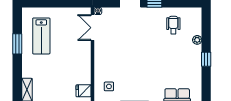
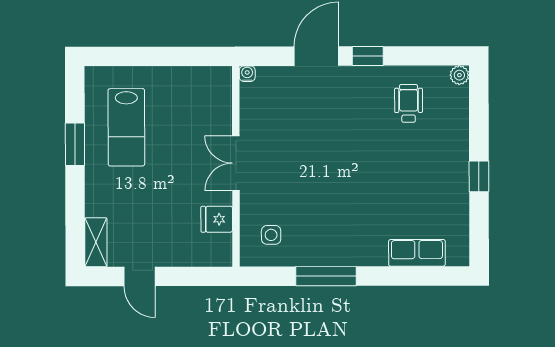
double door: (92, 28) -> (236, 163), moved
plant: (197, 40) -> (459, 75), moved
fridge: (83, 91) -> (217, 219), moved

